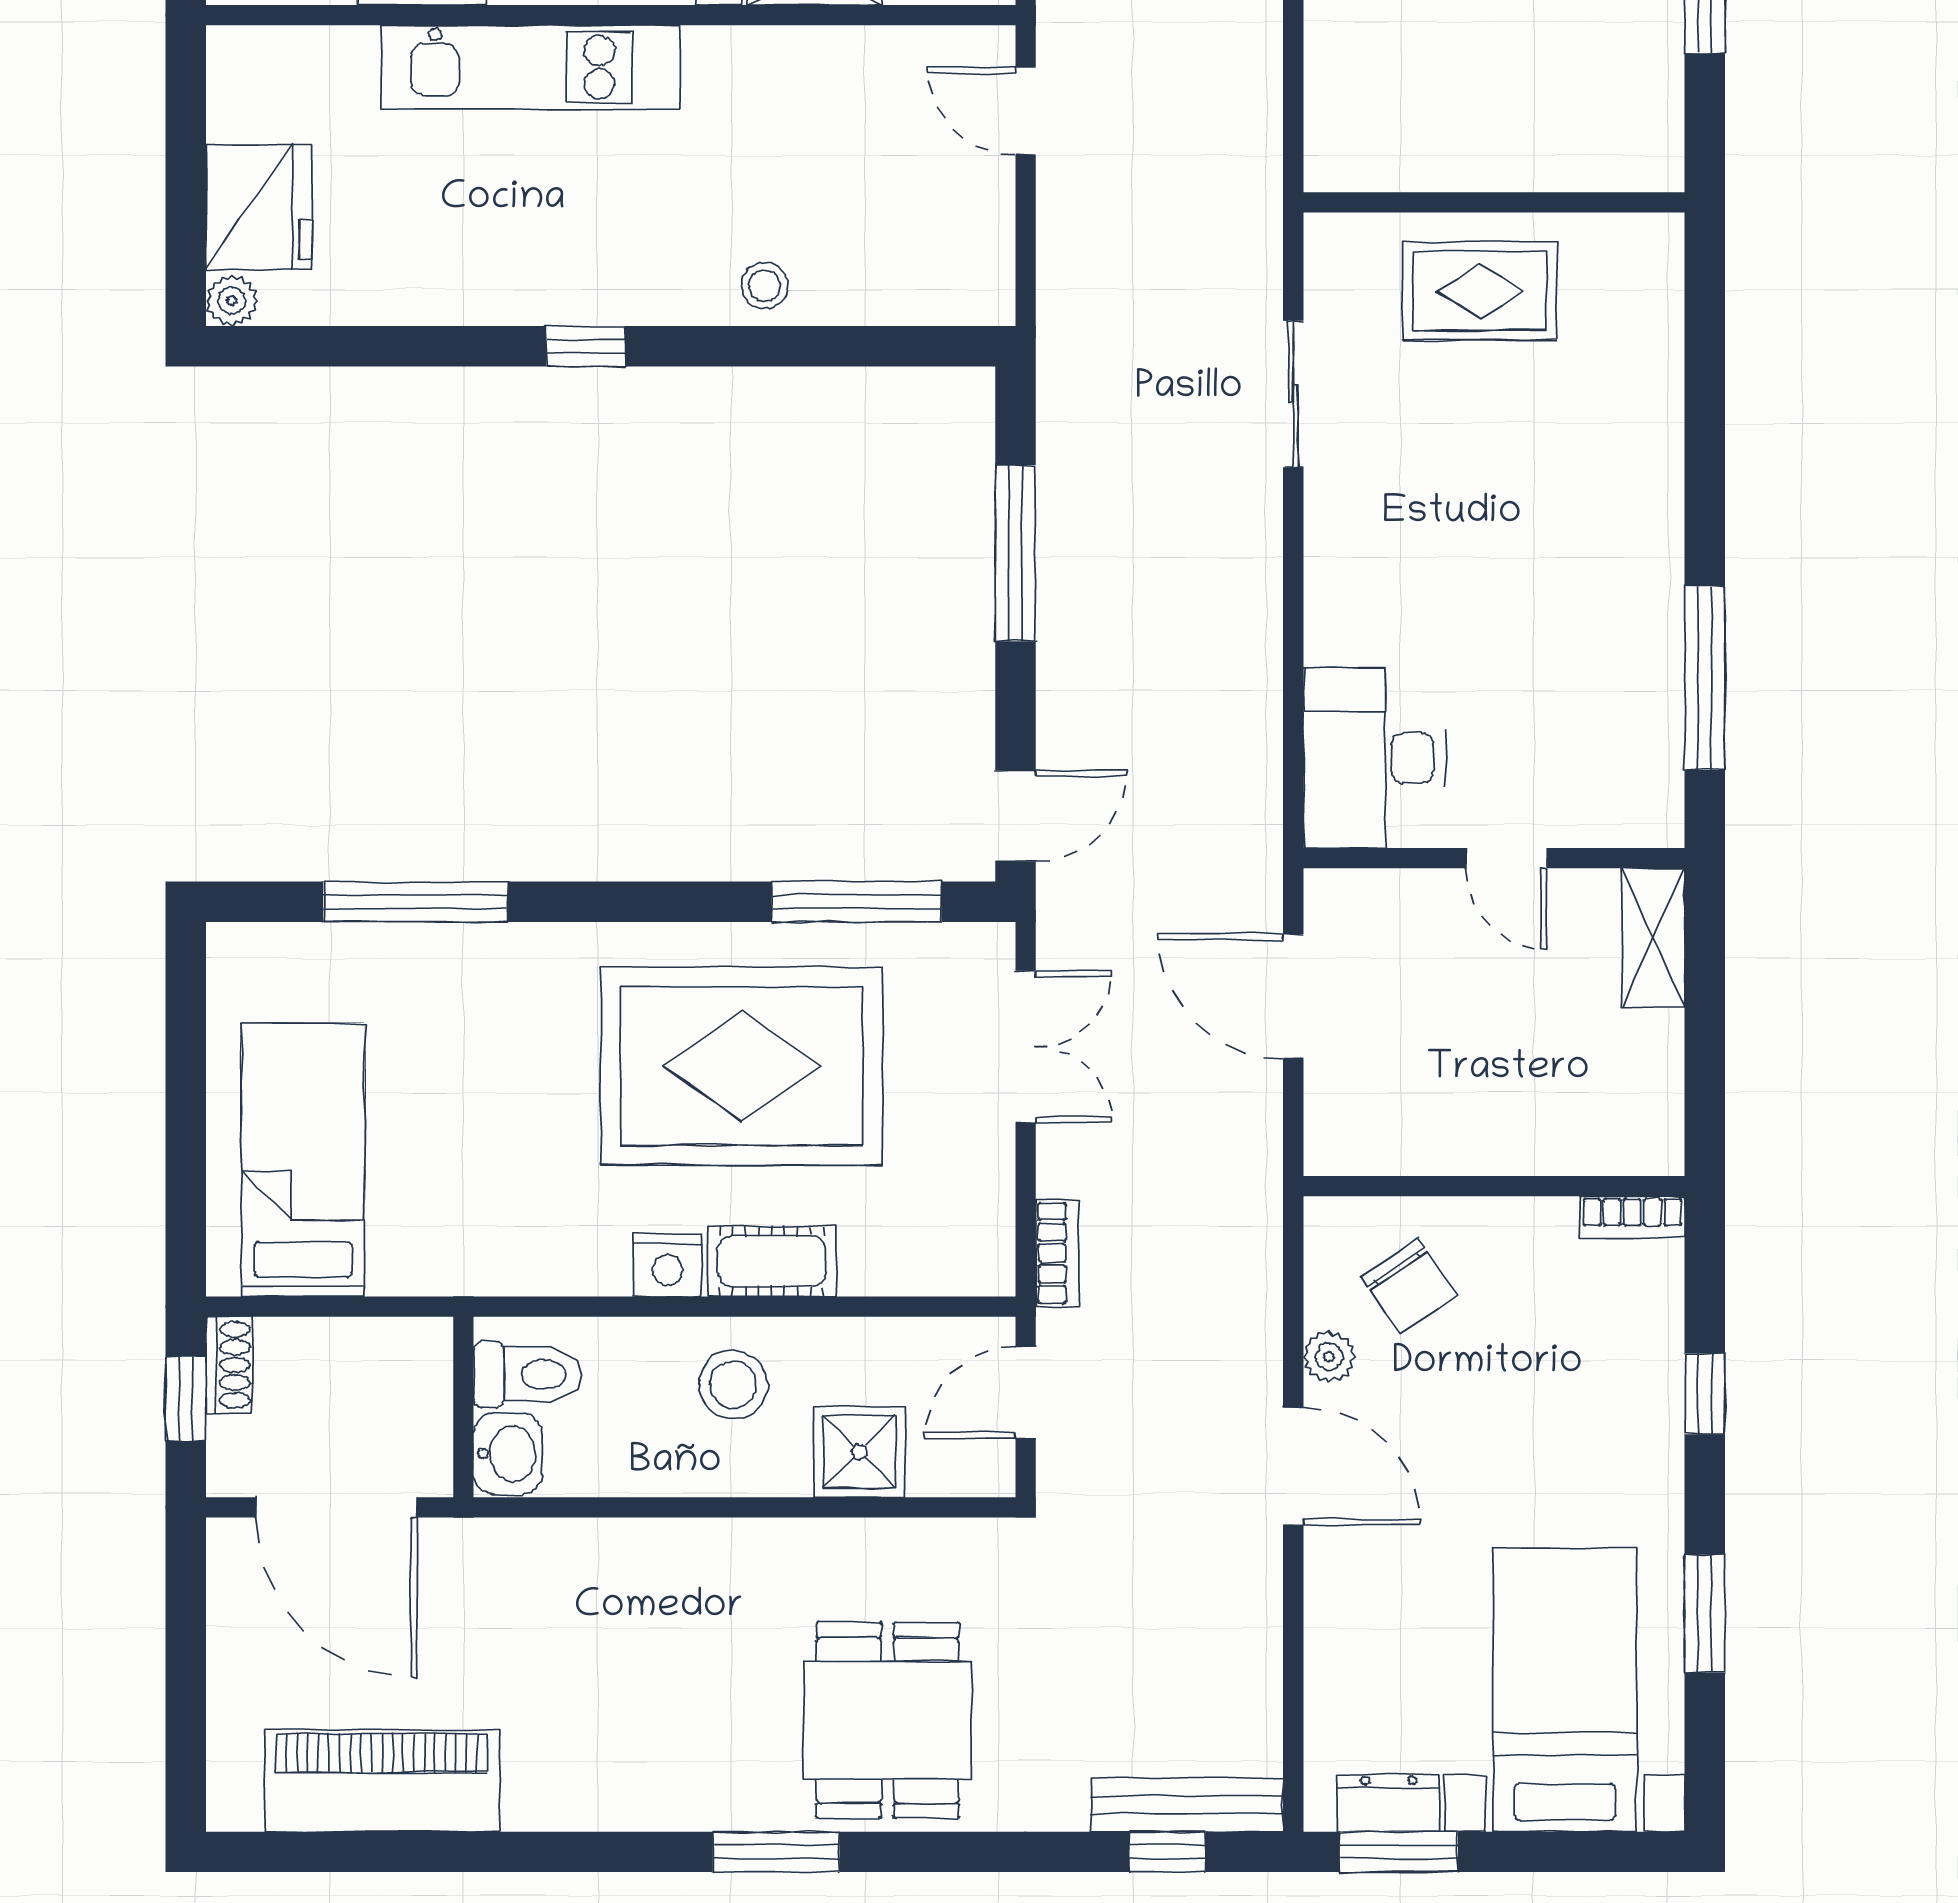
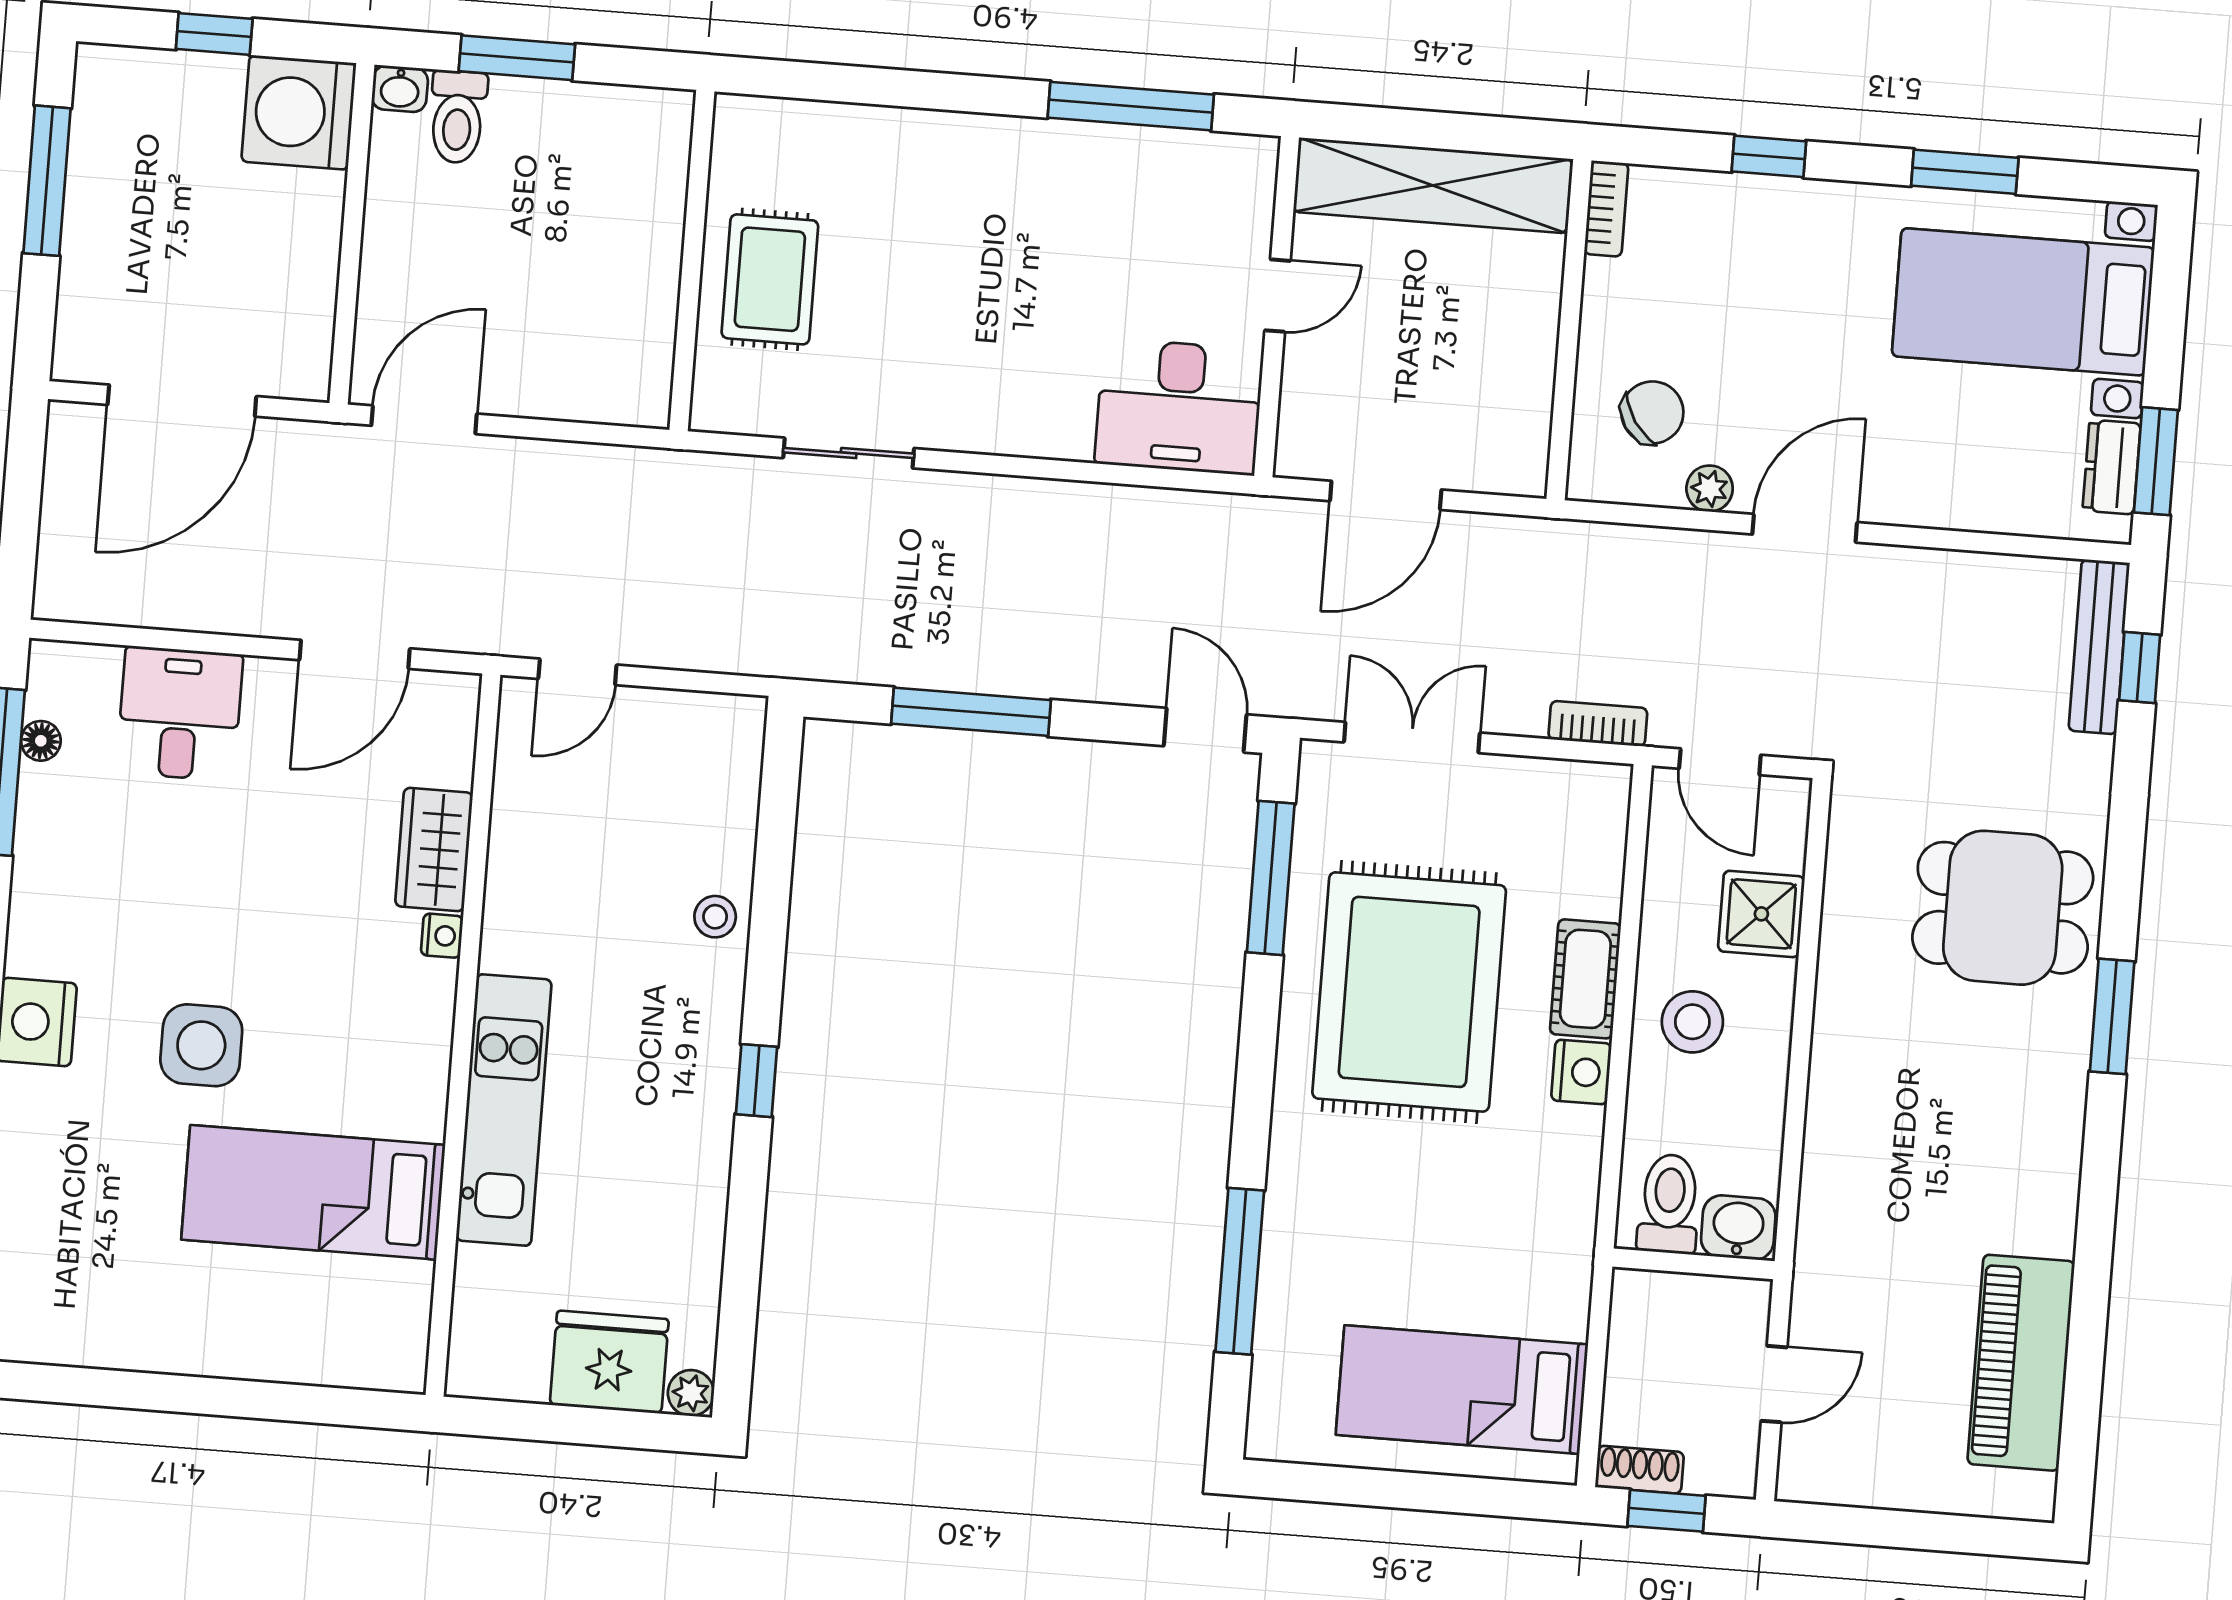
shelving: (1653, 938) -> (1433, 185), width x2.20, depth x1.33
door: (337, 1507) -> (1774, 1384), width x0.53

